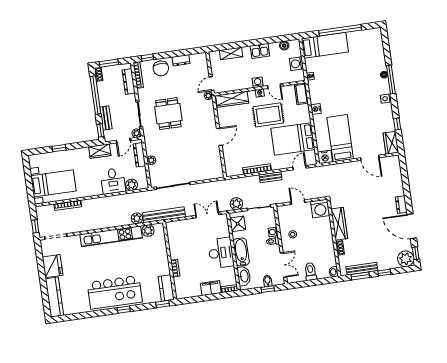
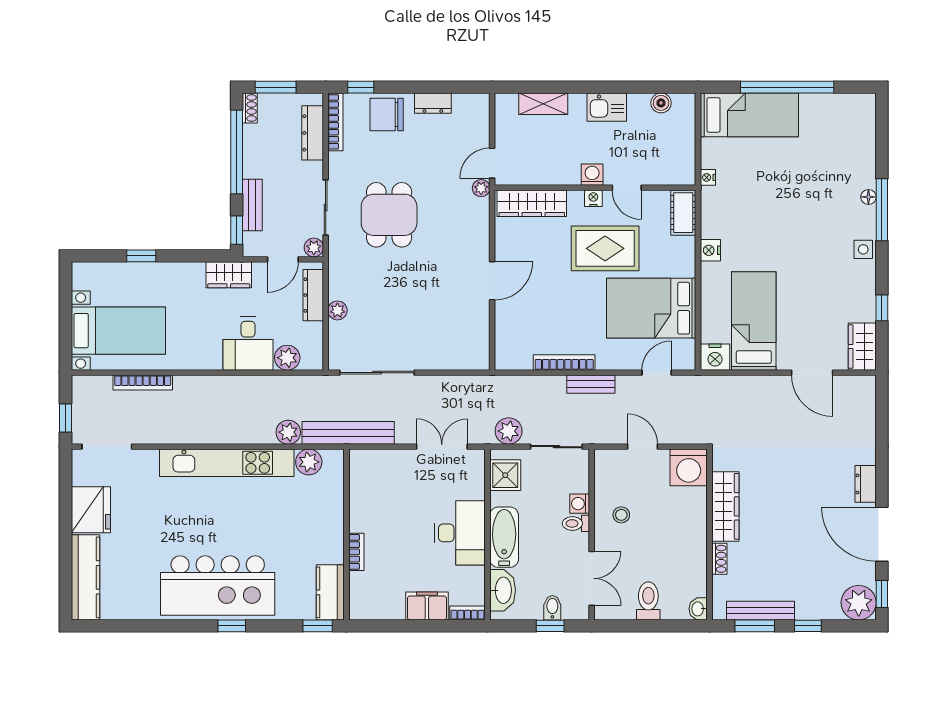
washing machine: (296, 64) -> (682, 146), removed
chair: (161, 68) -> (387, 114), turned 90

